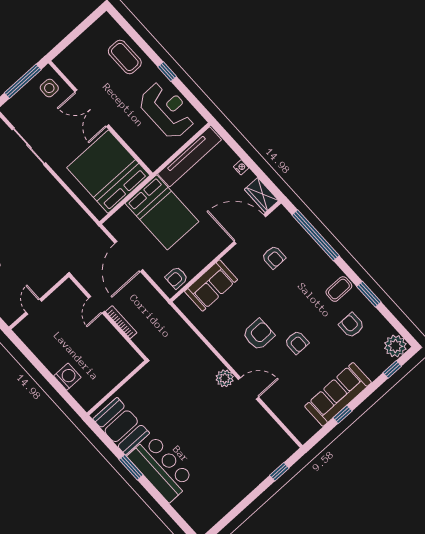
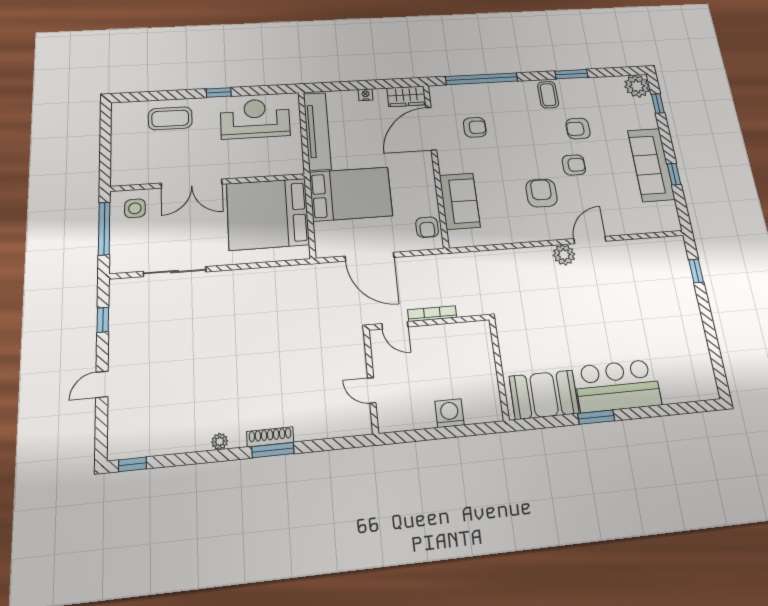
wall: (39, 302) -> (371, 381), moved
door: (34, 307) -> (372, 390), moved
armchair: (352, 325) -> (578, 129), moved

